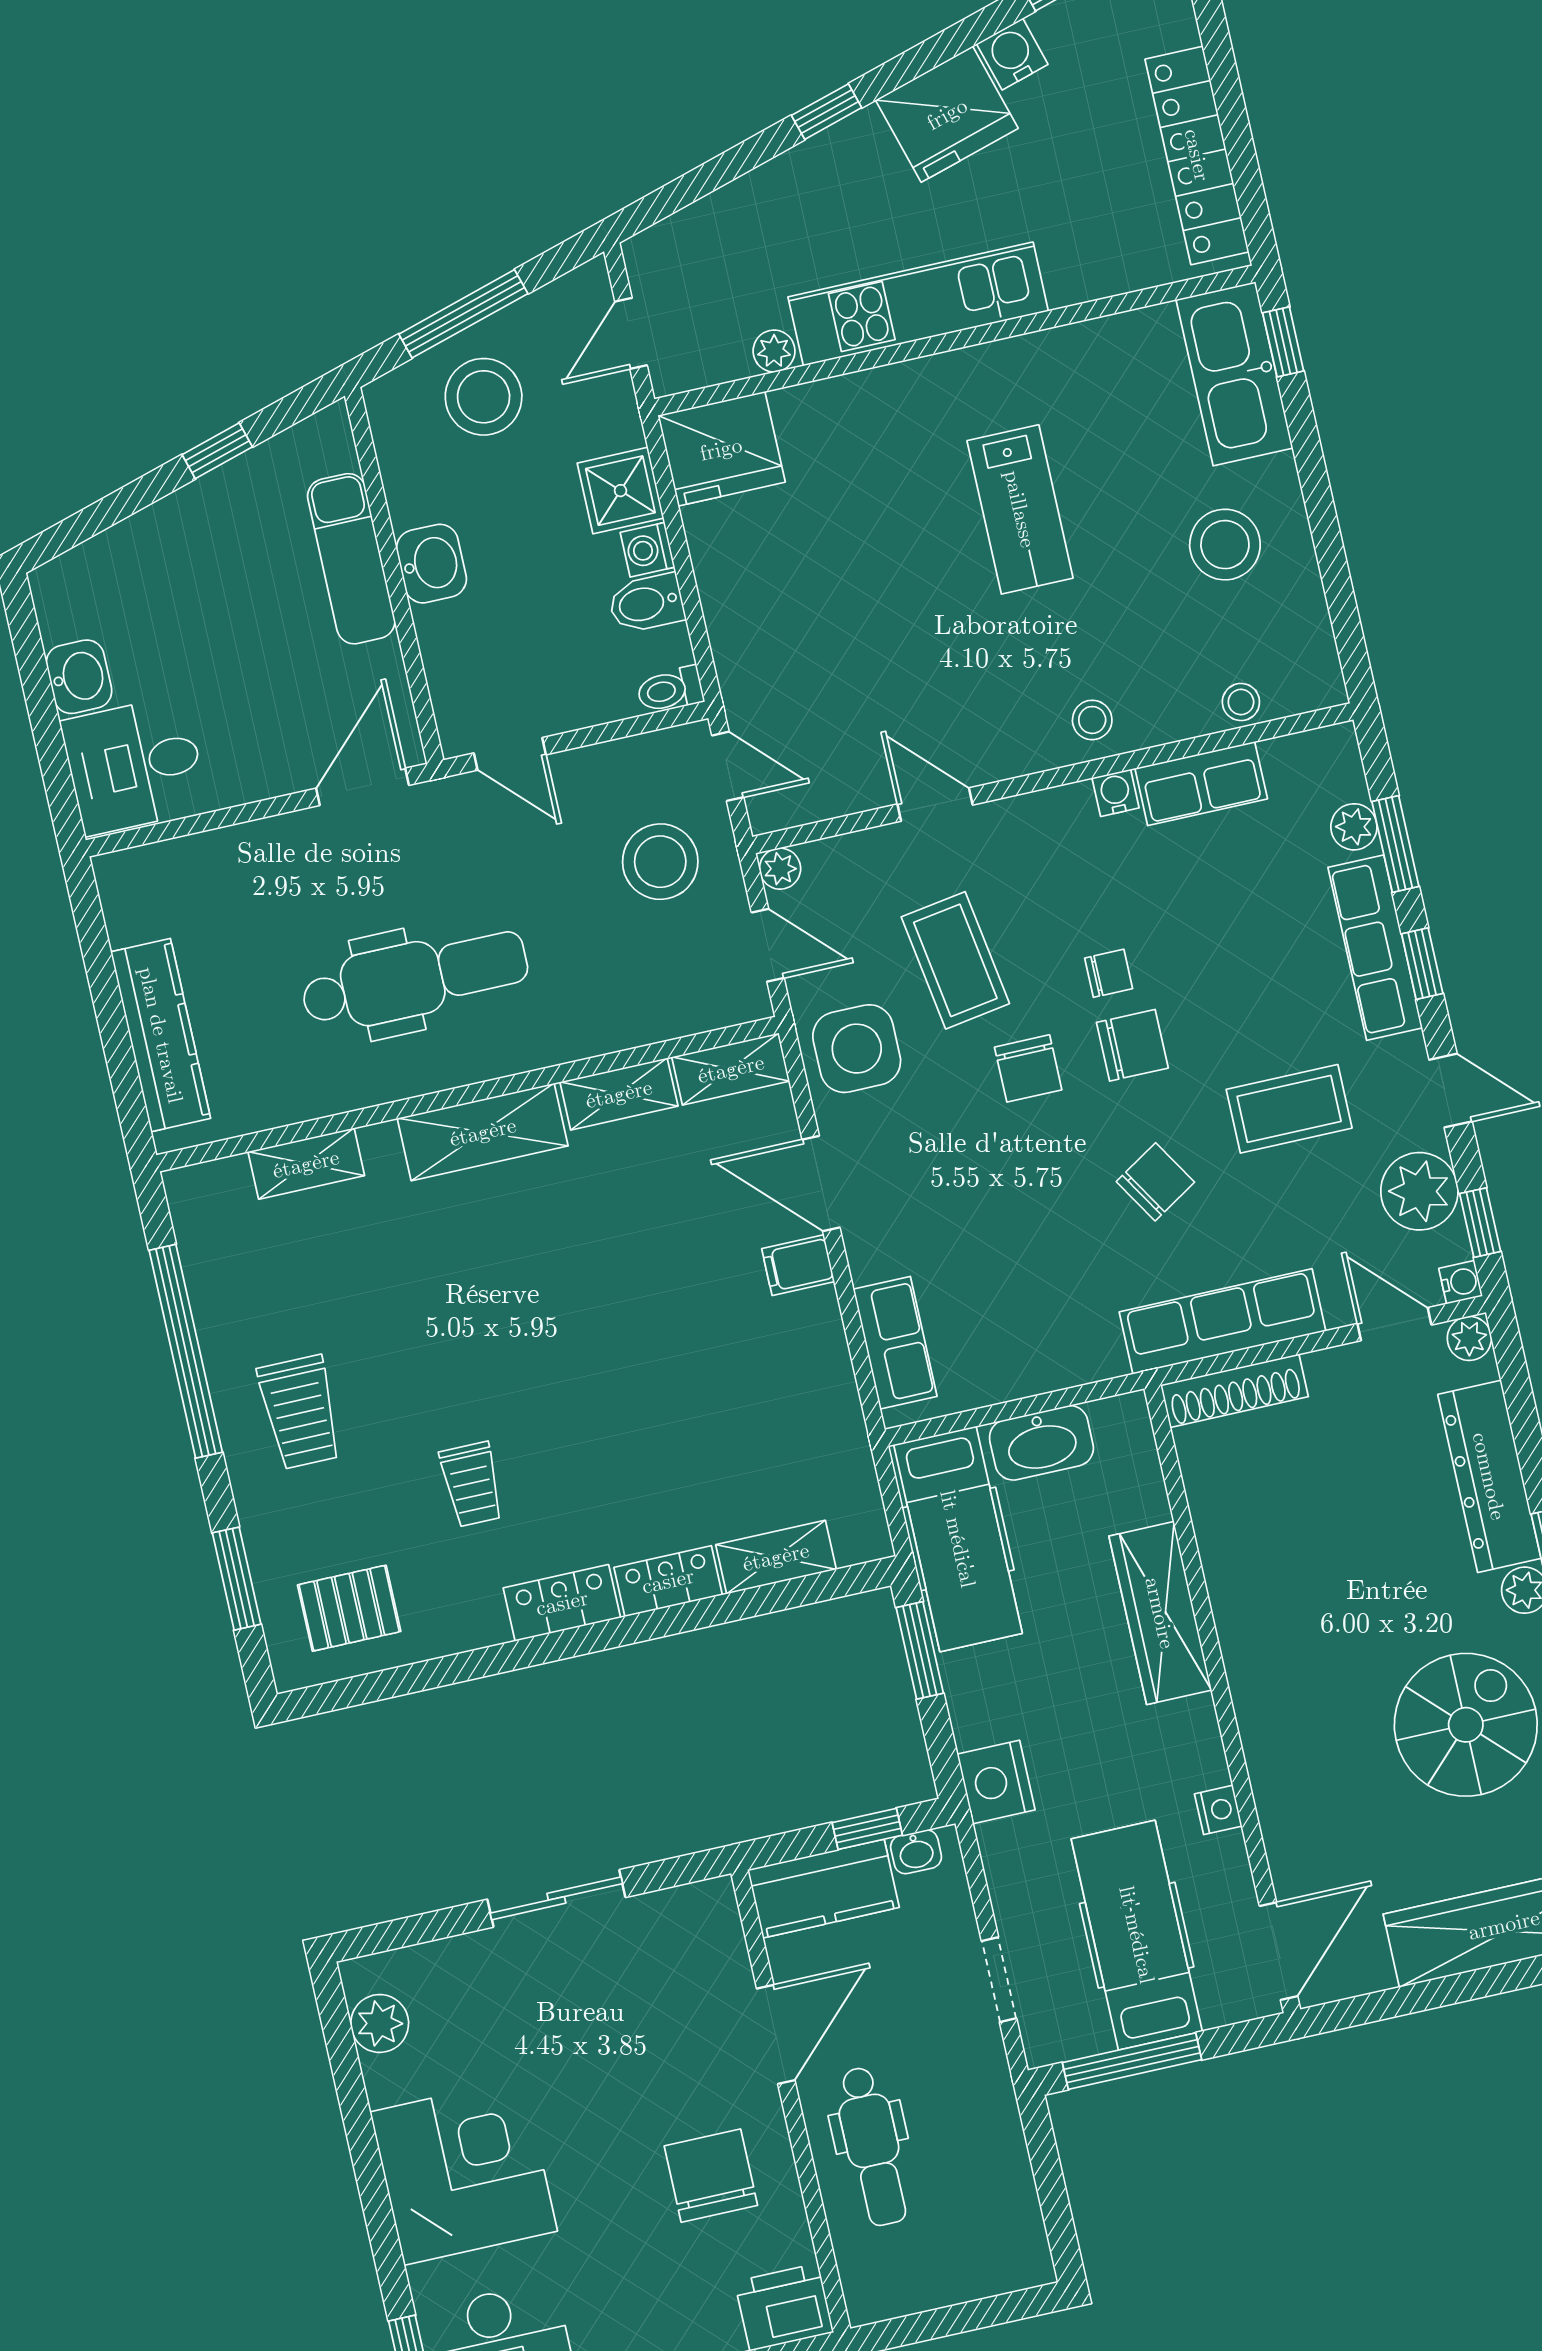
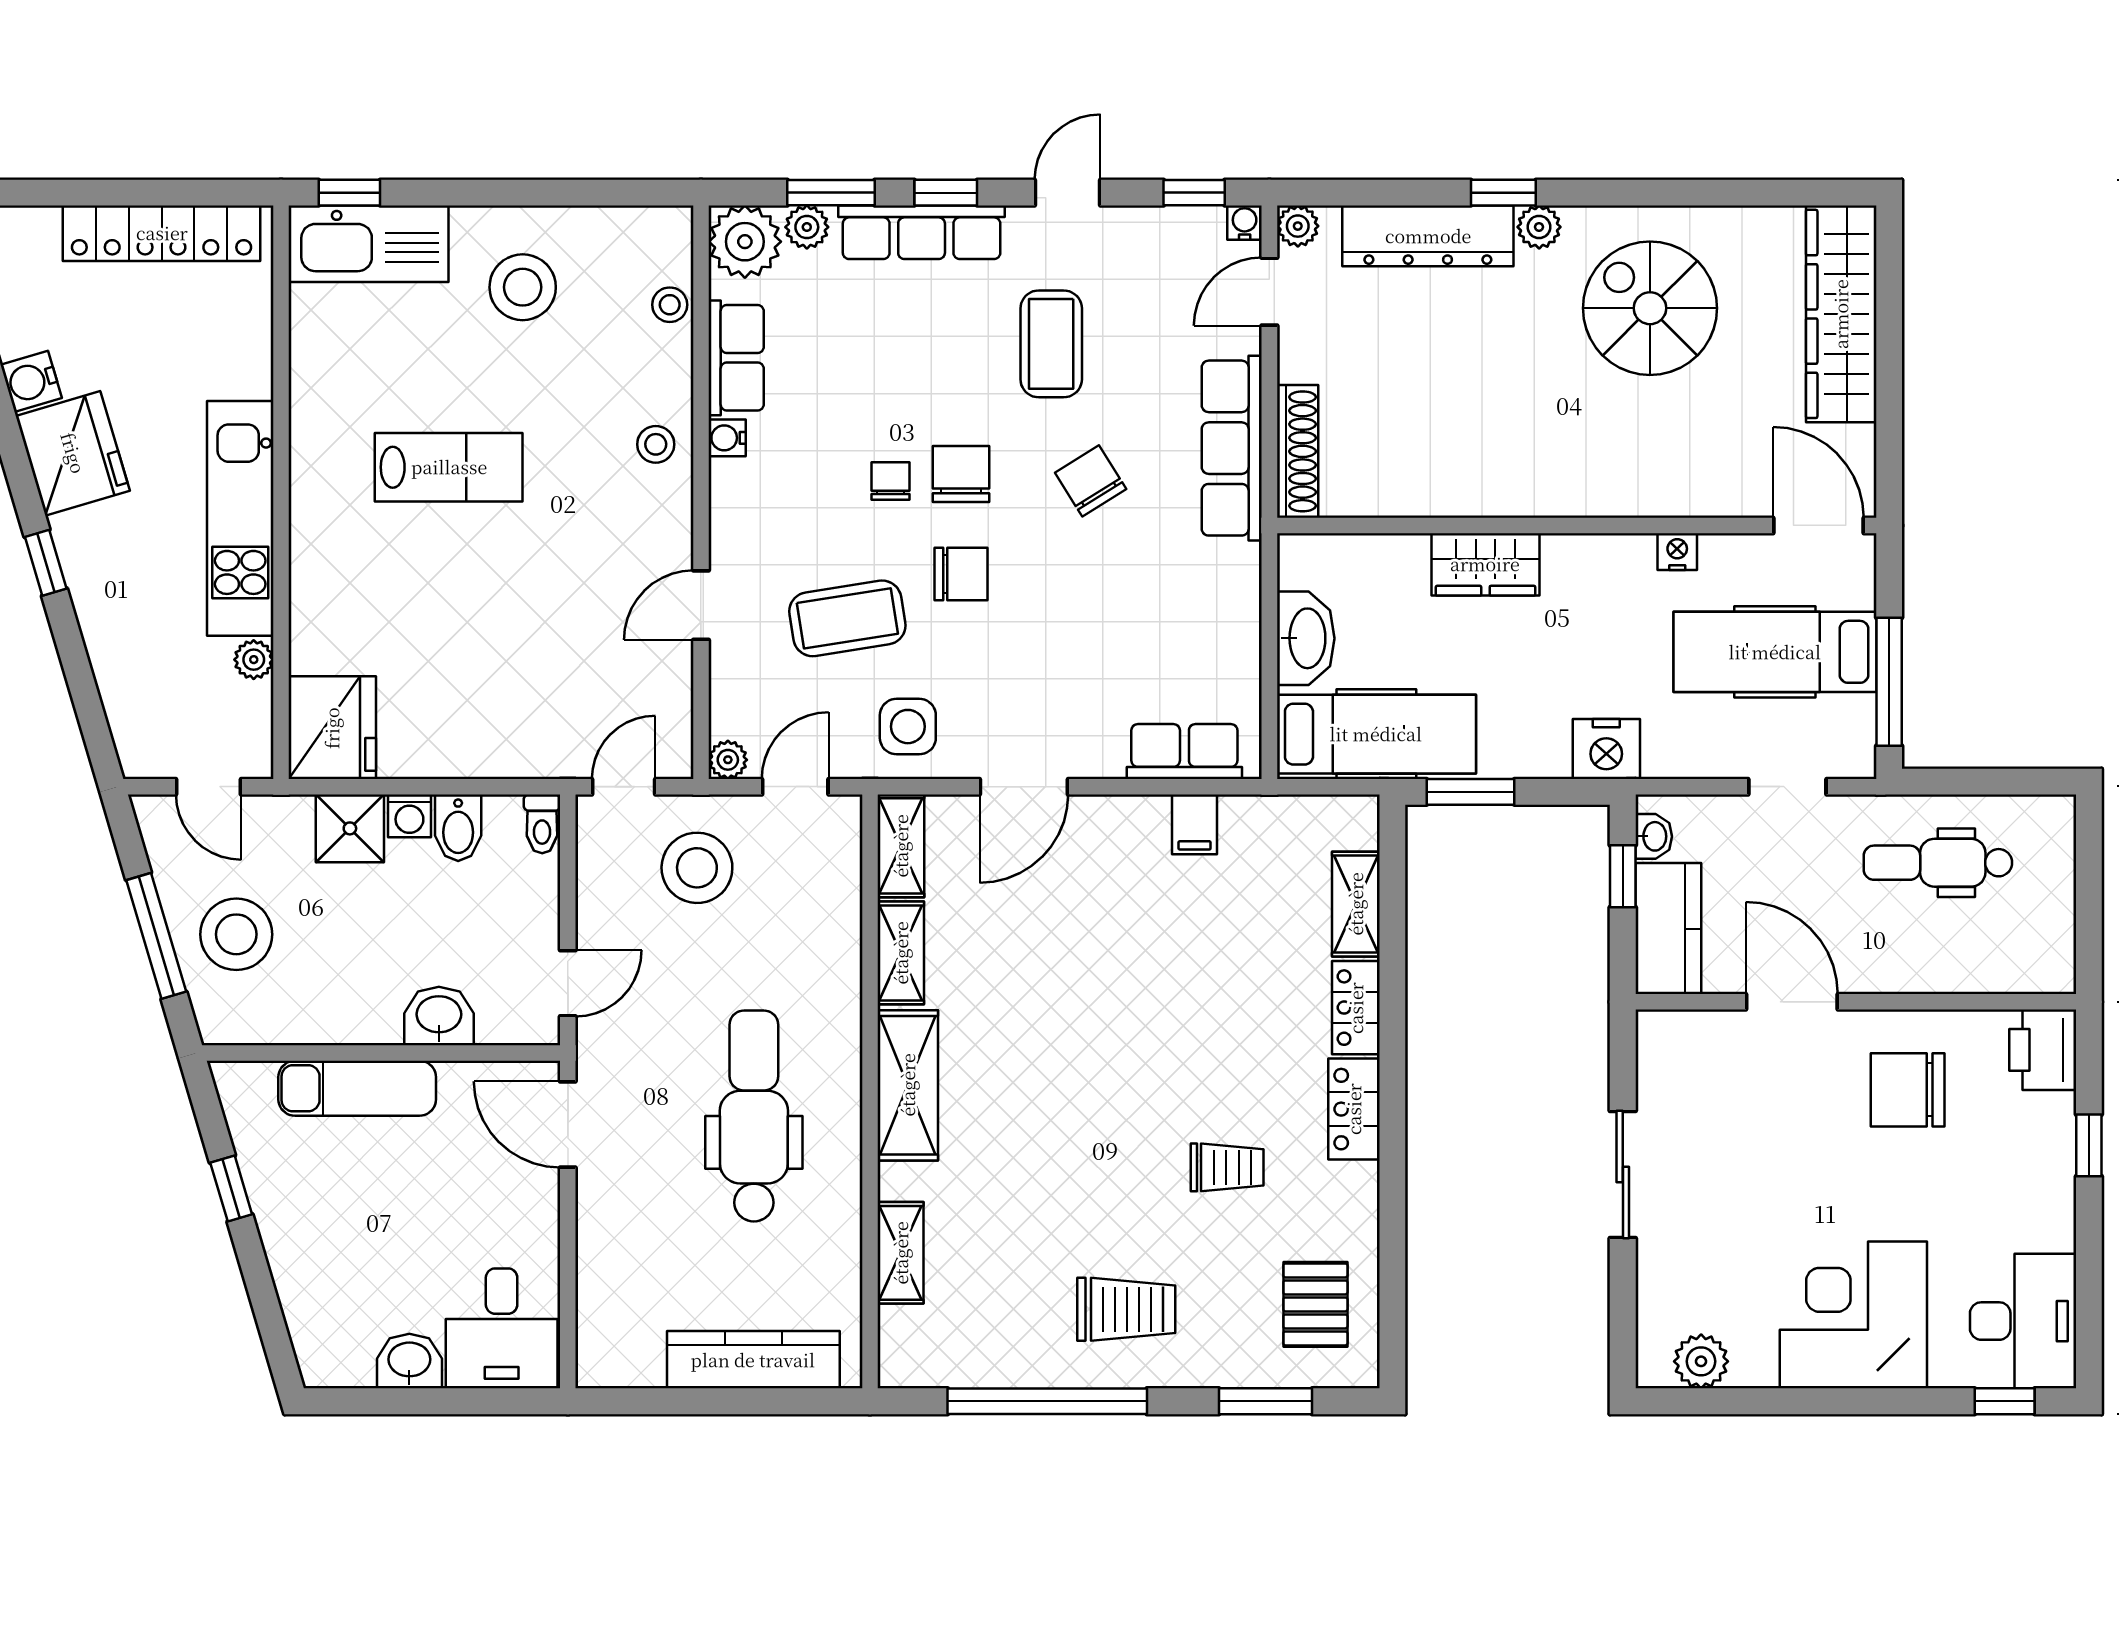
washbasin: (431, 564) -> (439, 1016), moved
side table: (857, 1049) -> (908, 727), width x0.73, depth x0.73
plant: (1419, 1191) -> (745, 242), moved
filing cabinet: (798, 1265) -> (1195, 824), moved
wardrobe: (1160, 1613) -> (1485, 564), width x0.67
dental chair: (872, 2146) -> (1938, 863), moved, turned 180

